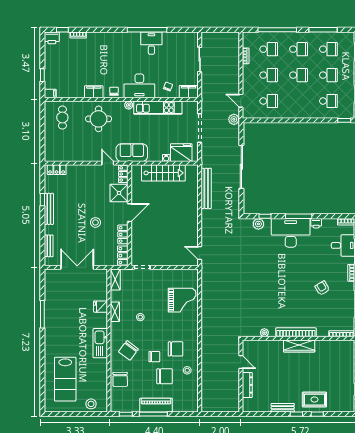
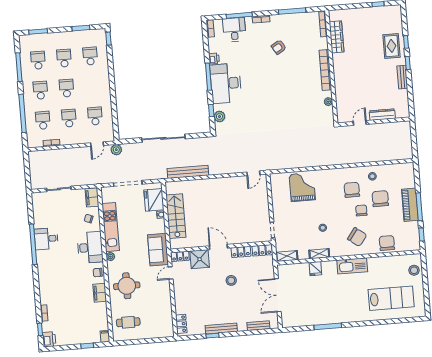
wardrobe: (299, 346) -> (337, 37), moved
chair: (120, 379) -> (387, 243), turned -89

